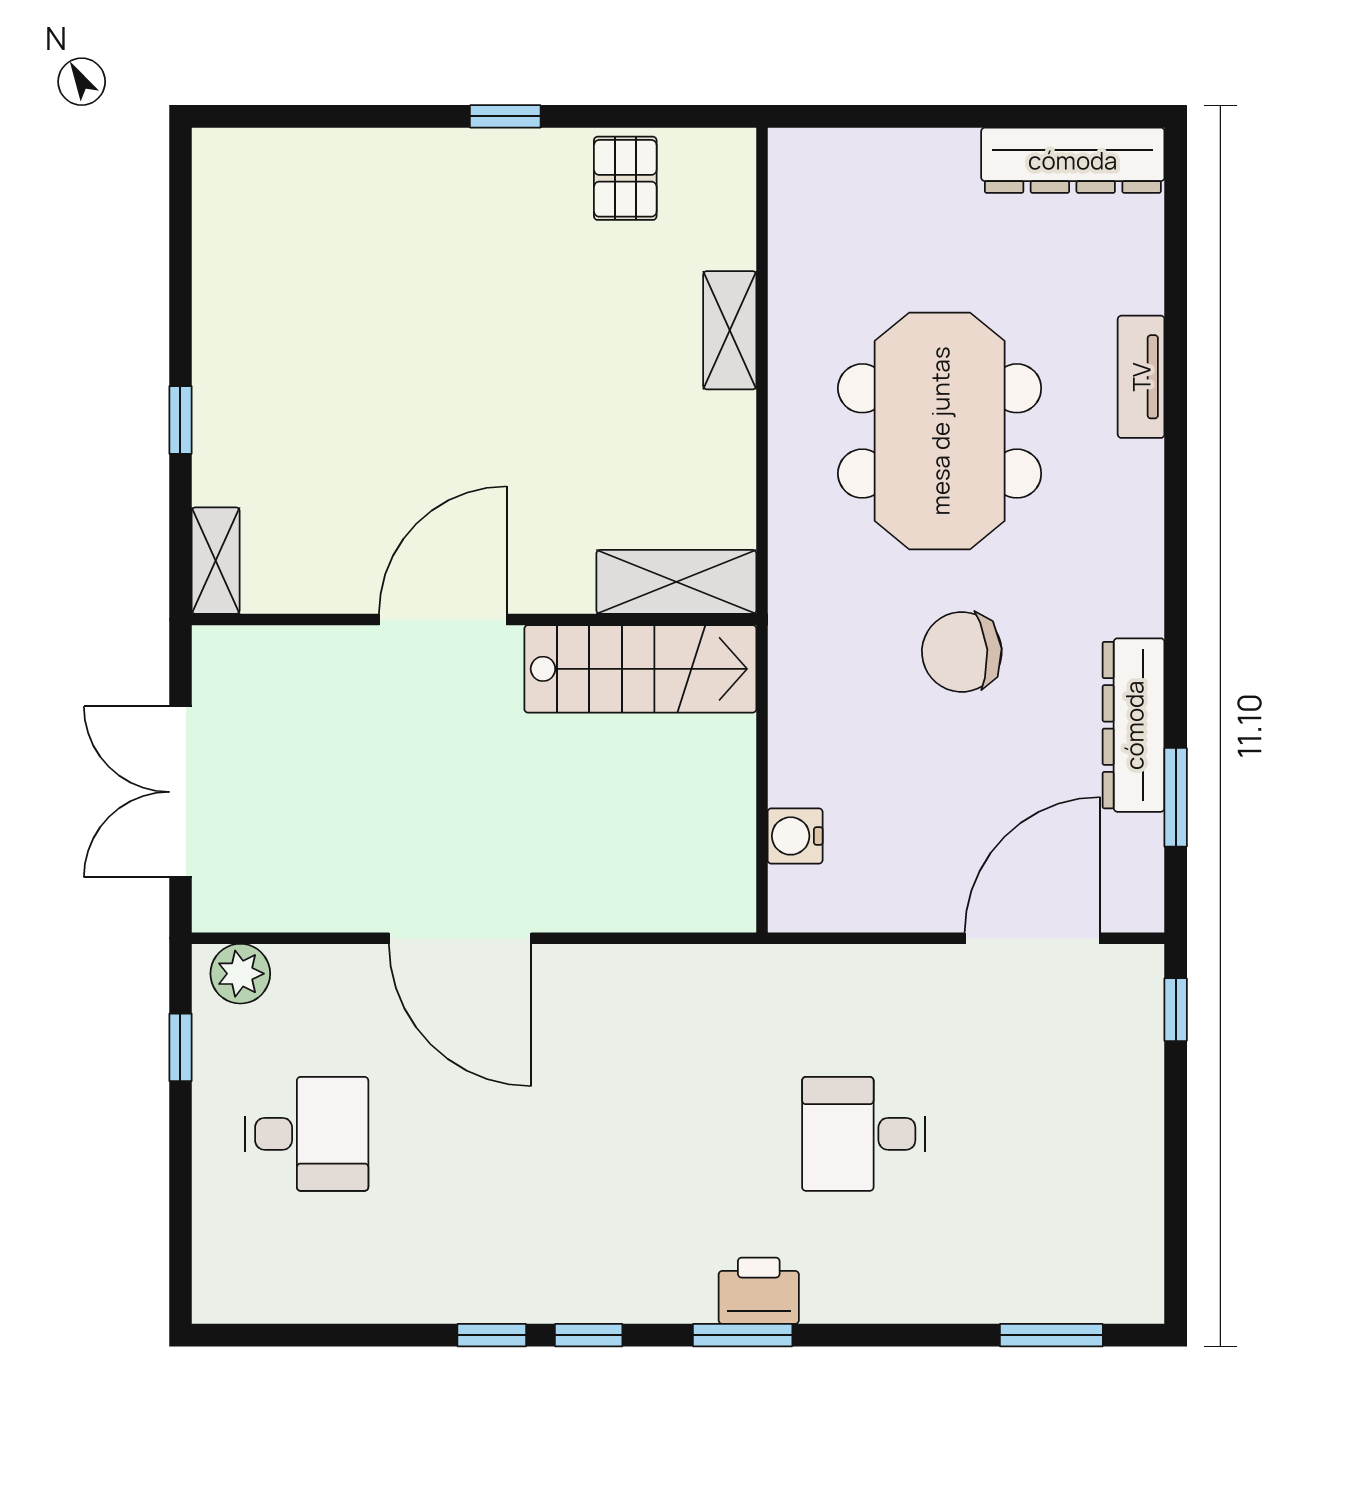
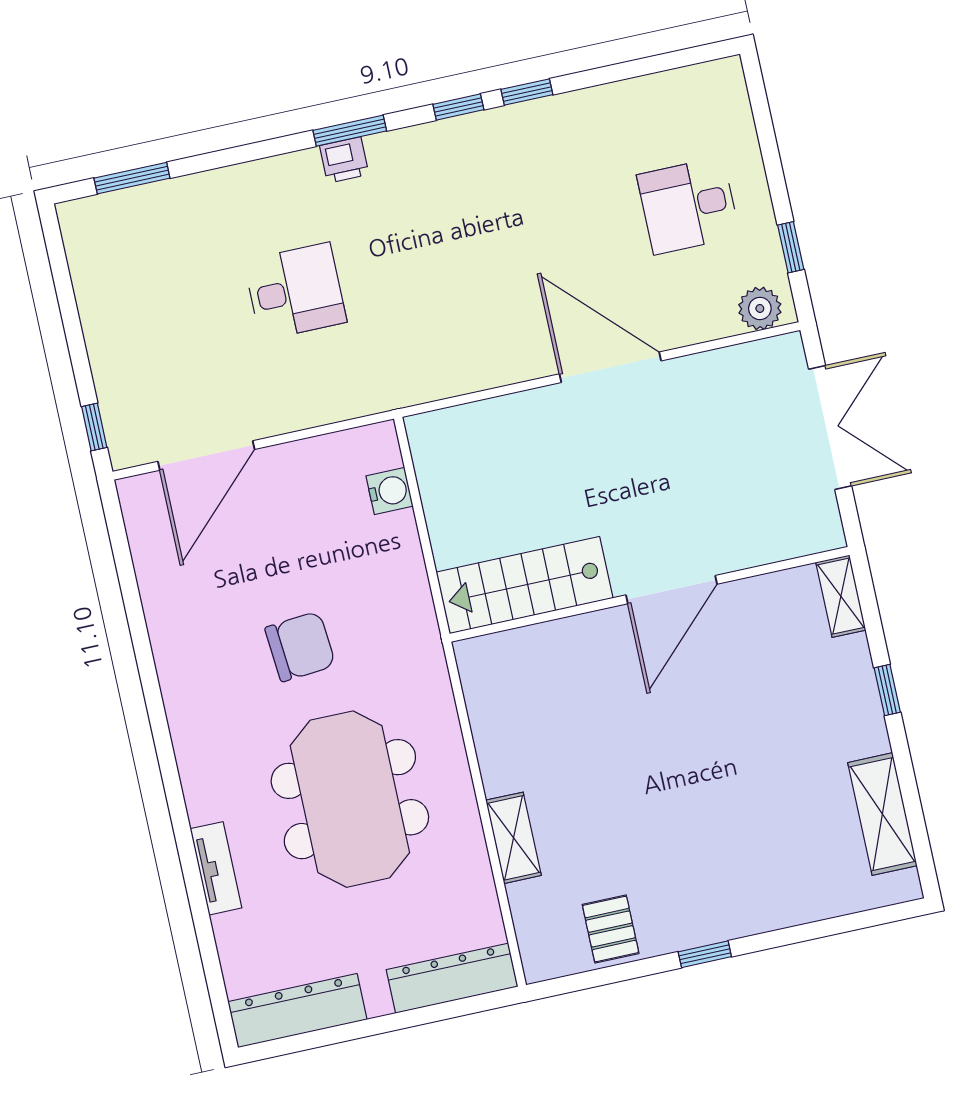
shelving: (676, 582) -> (882, 814), moved, turned 90
dresser: (1134, 725) -> (452, 978), moved, turned -90
window: (1176, 797) -> (127, 577), removed
printer: (759, 1291) -> (344, 160), width x0.73, depth x0.81

